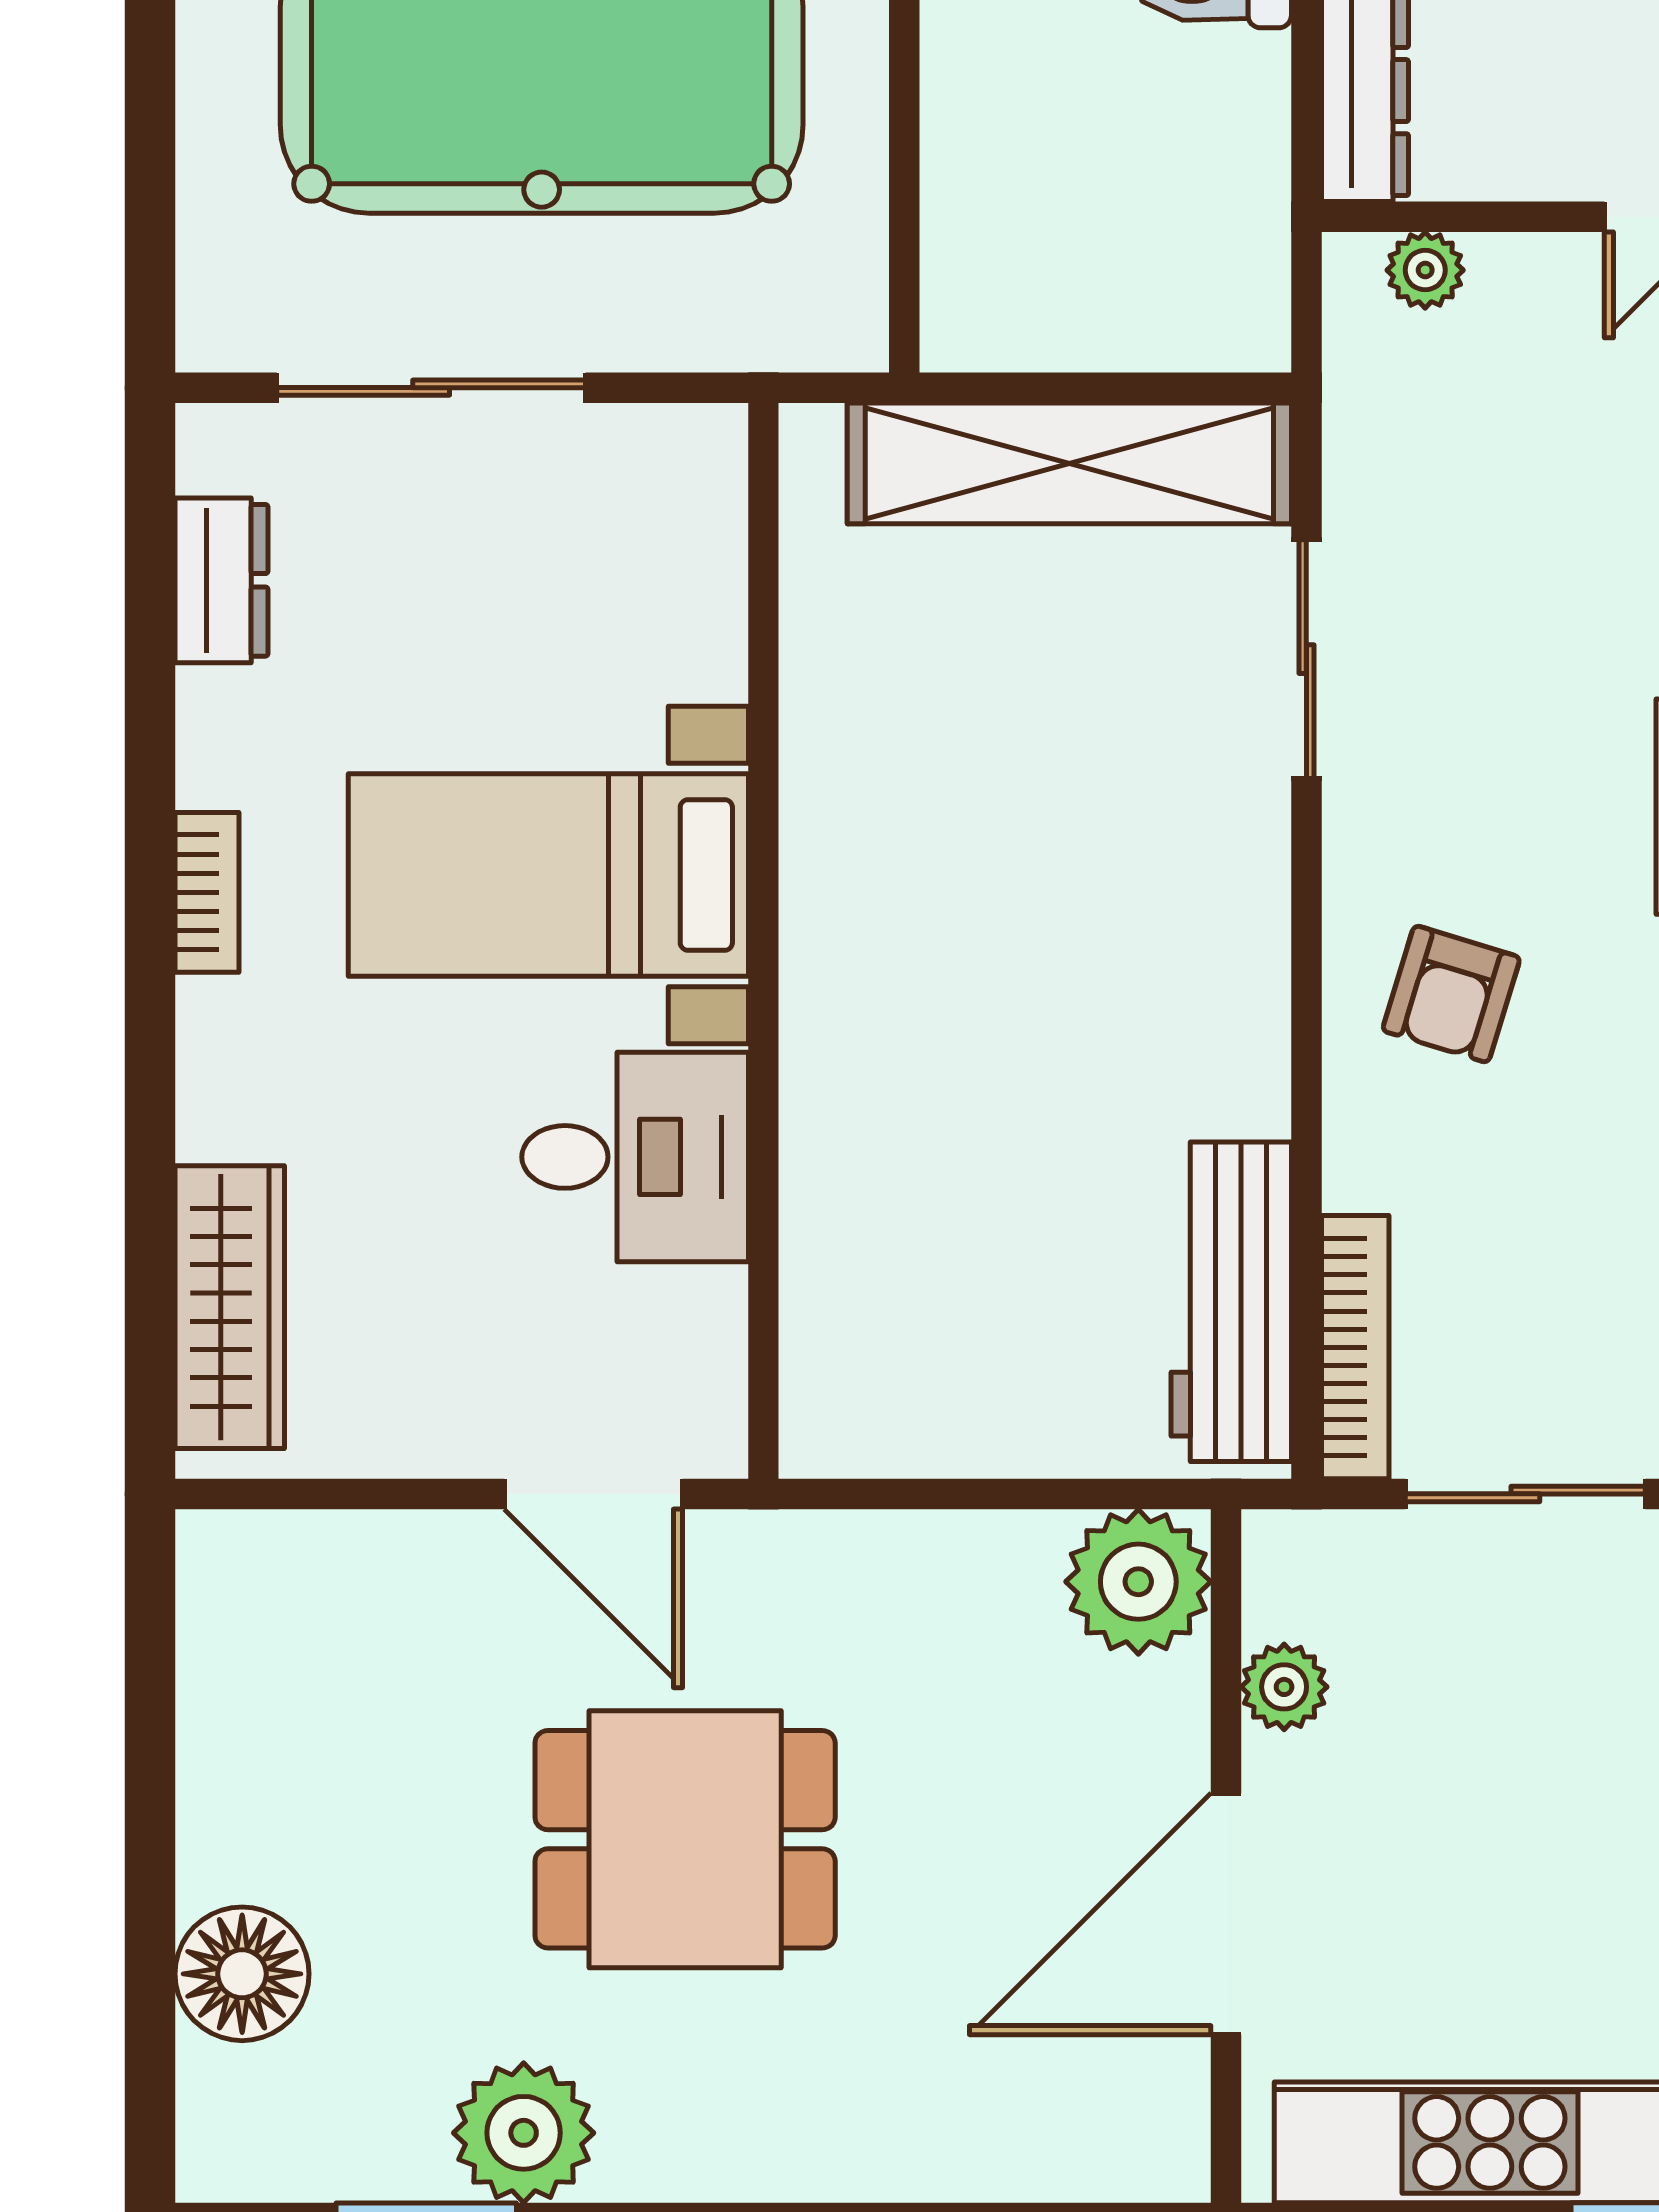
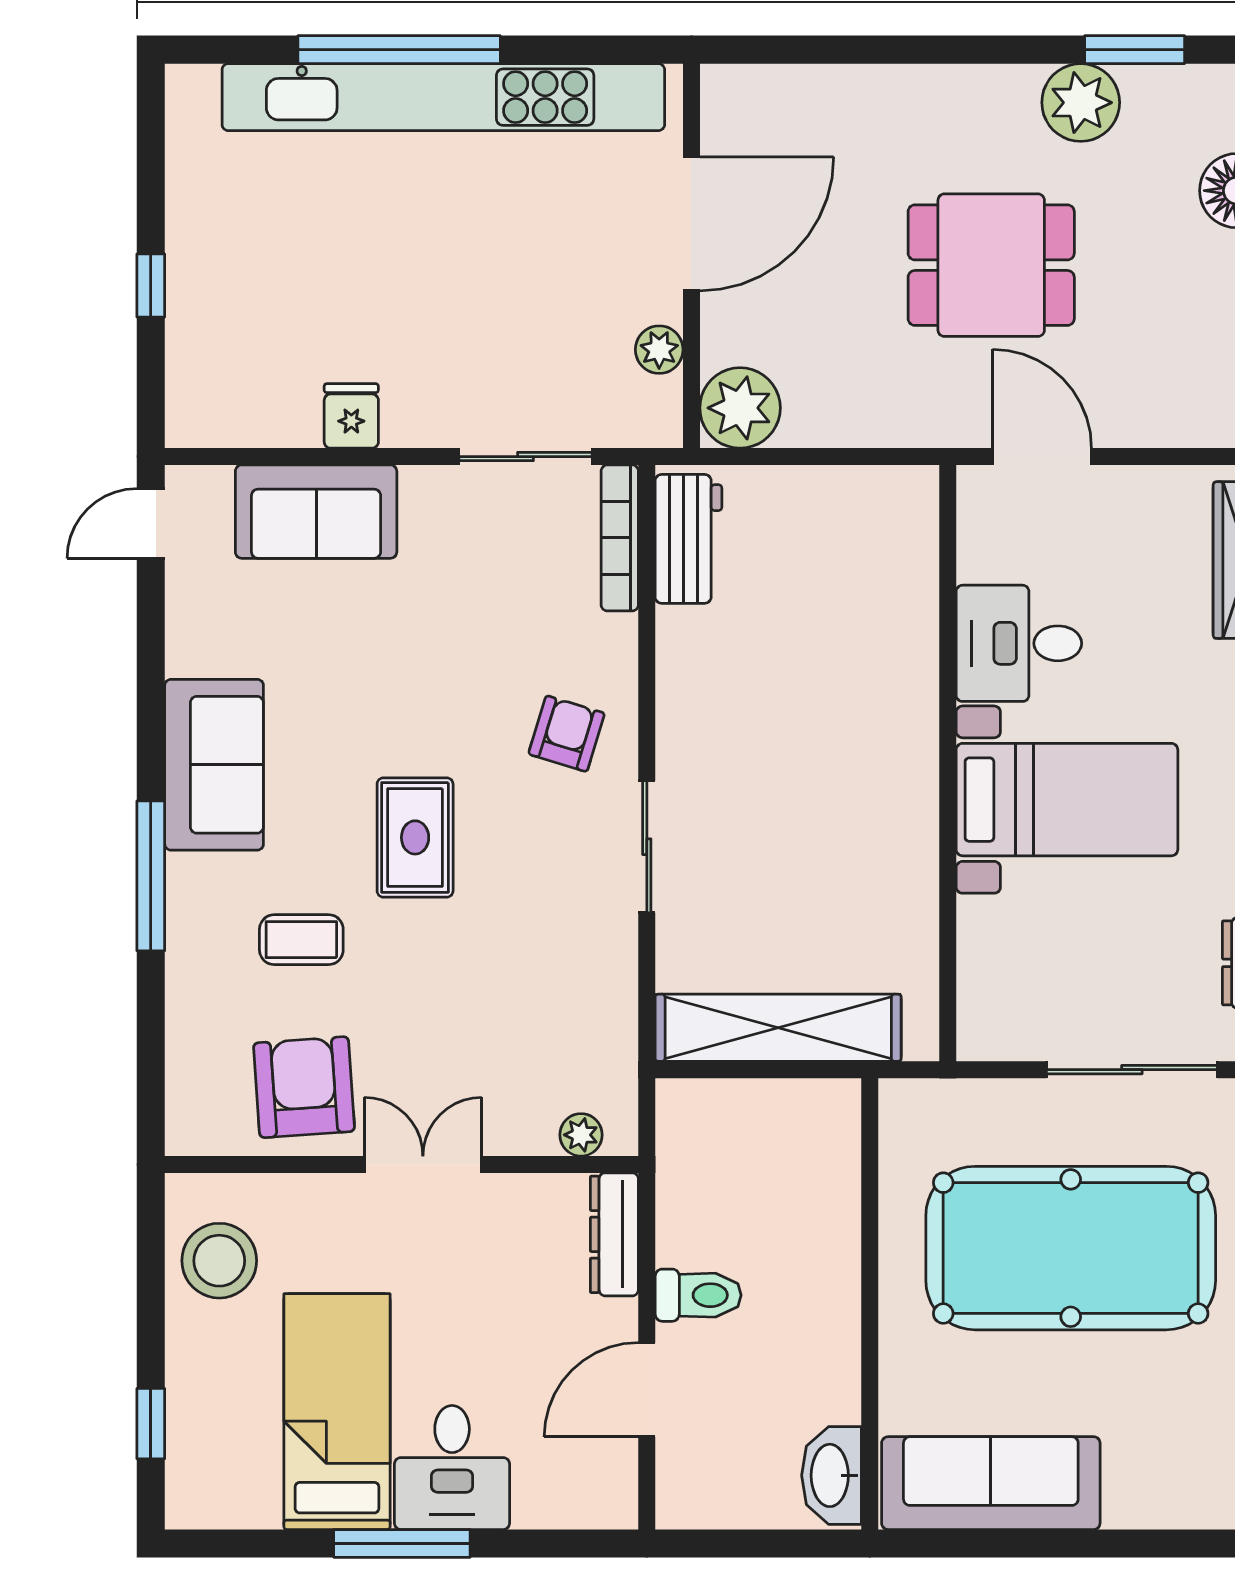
sliding door: (1306, 659) -> (647, 847), moved
workbench: (1231, 1302) -> (688, 539), width x0.73

